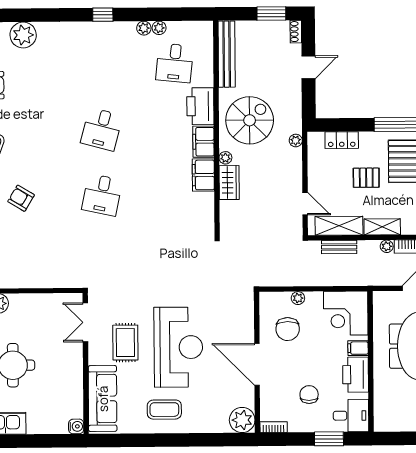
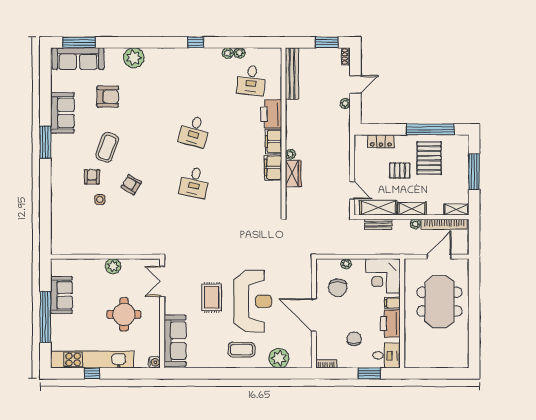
spiral stairs: (250, 120) -> (309, 125), removed
plant: (296, 140) -> (345, 103), moved
double door: (85, 322) -> (162, 281), moved
wall: (86, 363) -> (162, 313), moved
sofa: (103, 399) -> (175, 341), moved
plant: (242, 420) -> (279, 358), moved
water cooler: (76, 426) -> (154, 362), moved

